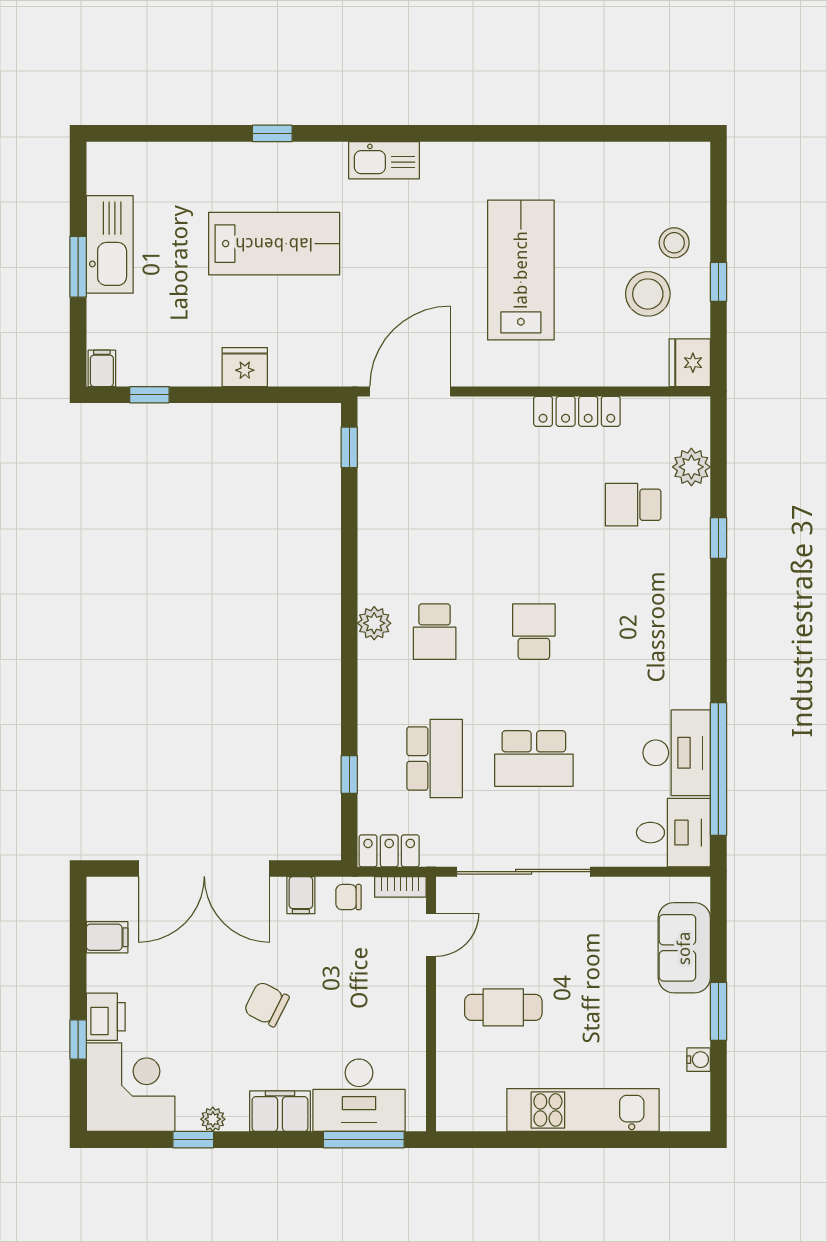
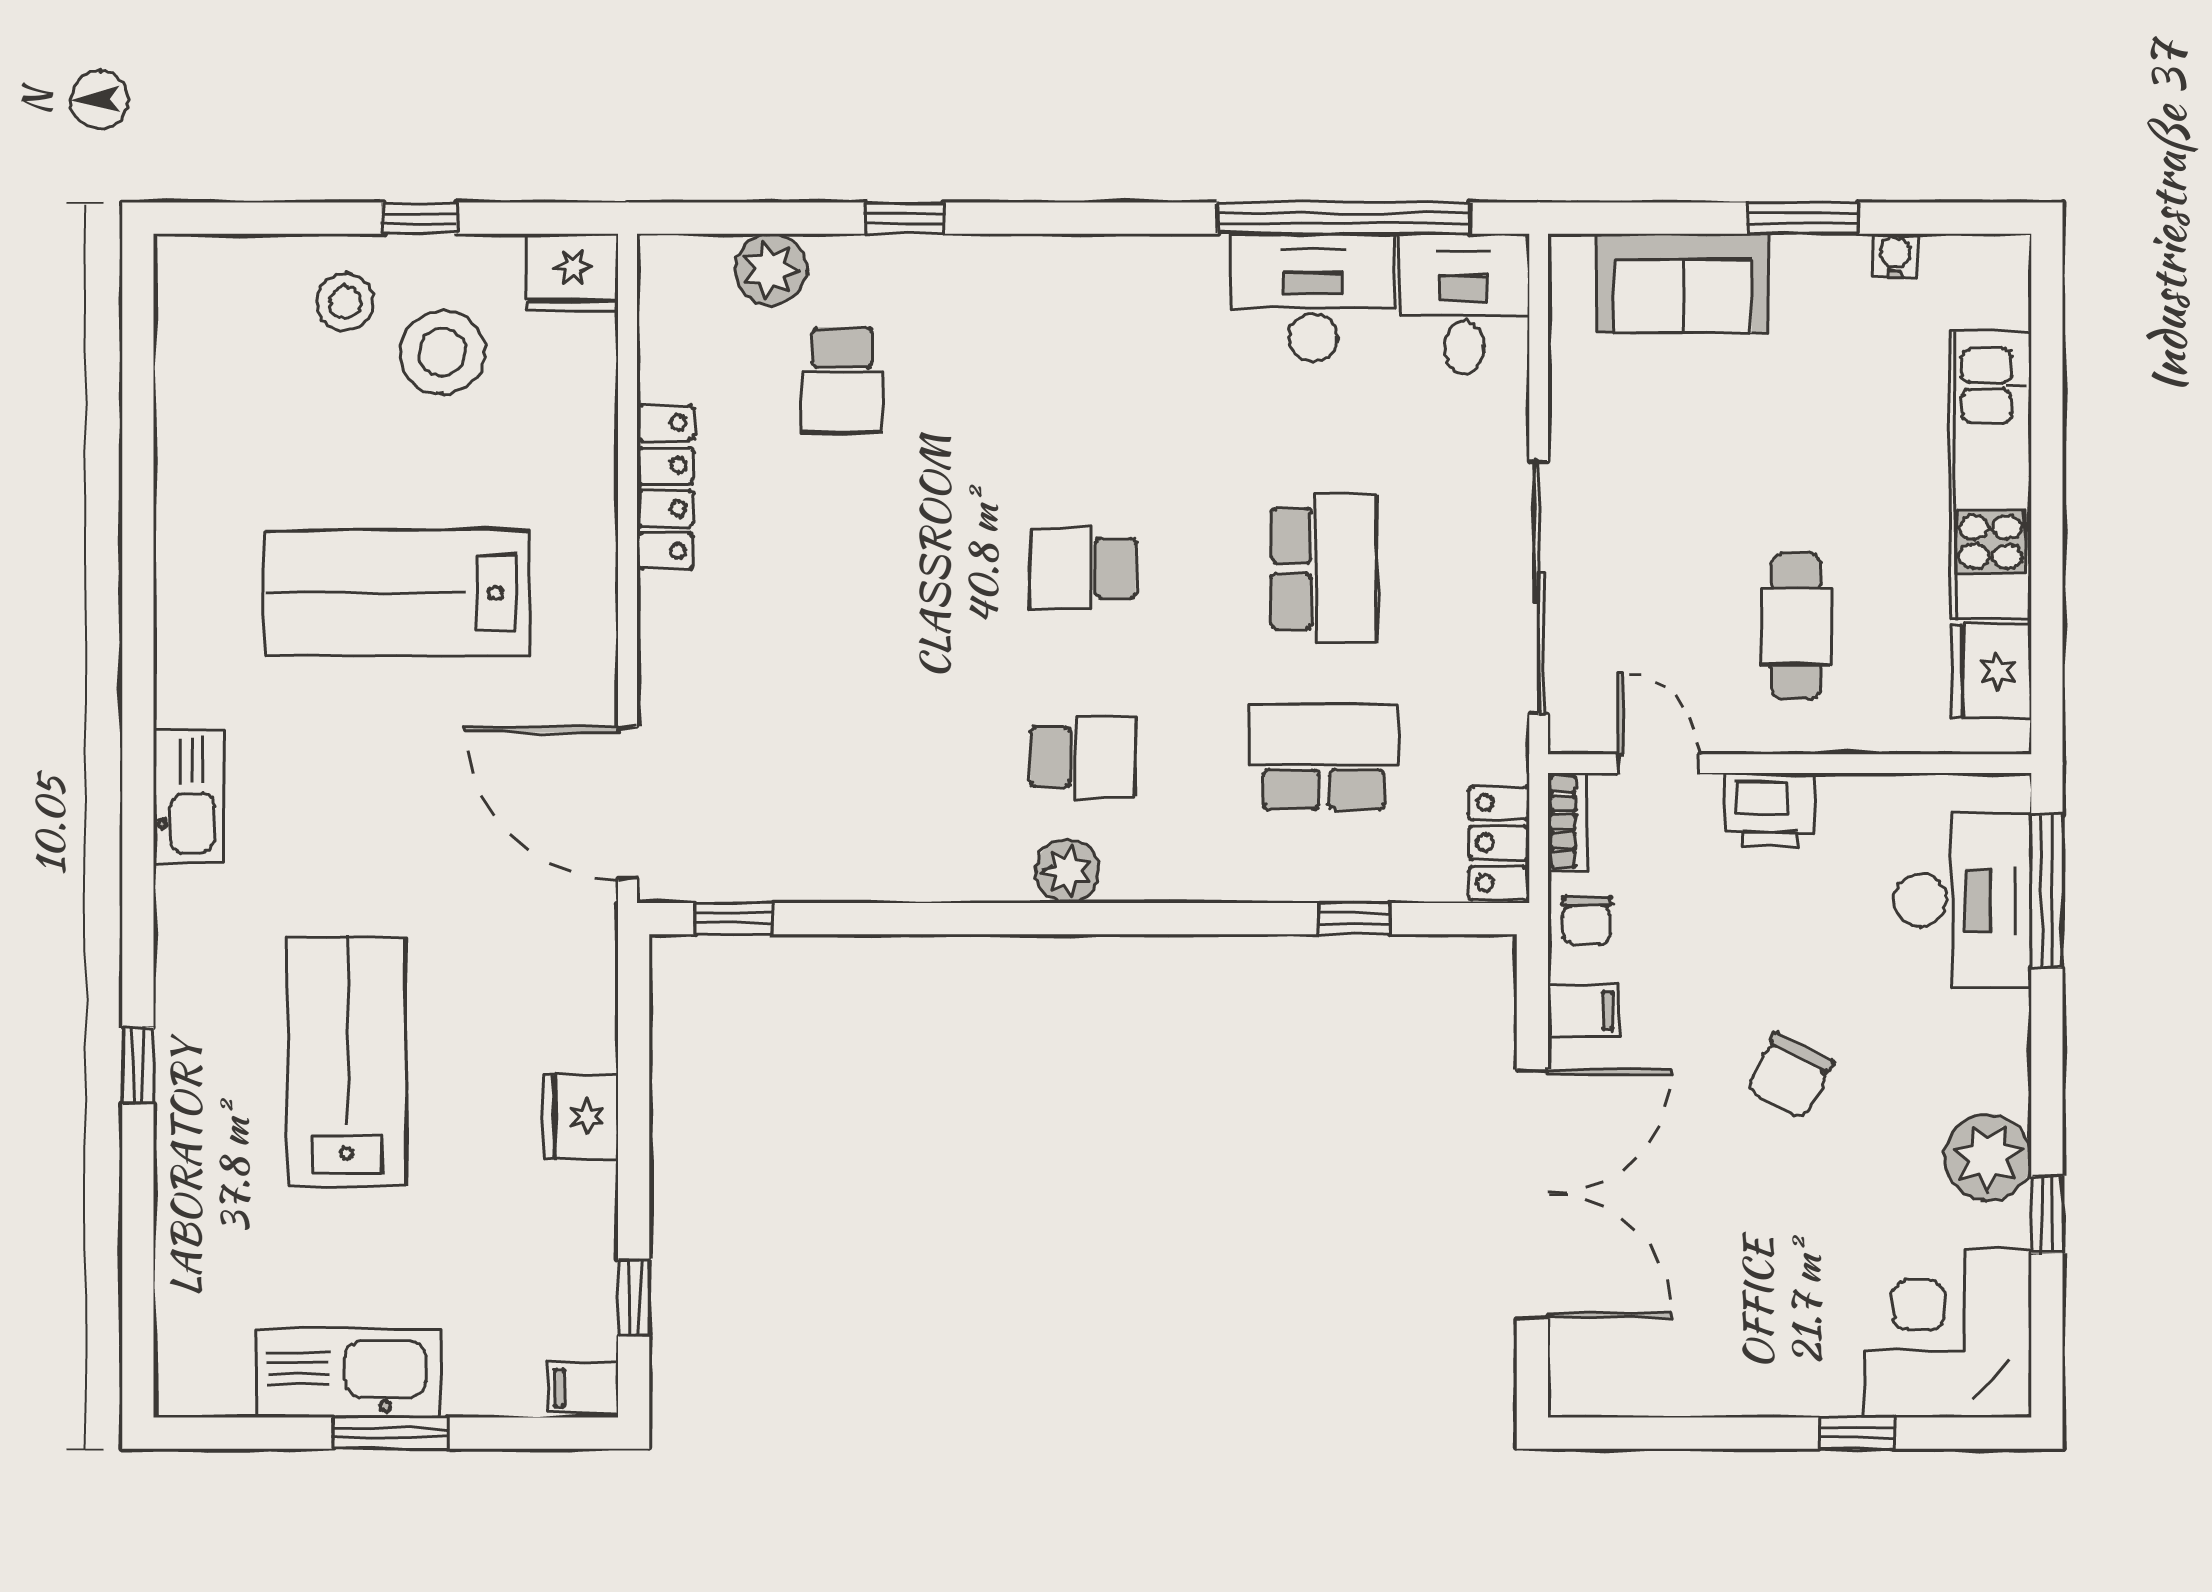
kitchen sink: (384, 160) -> (189, 797), moved
filing cabinet: (107, 937) -> (1663, 1378), removed
printer: (106, 1017) -> (1770, 810), moved, turned 180
fridge: (480, 1110) -> (1991, 671), added
filing cabinet: (280, 1111) -> (1993, 1050), removed
plant: (213, 1119) -> (1988, 1157), width x1.88, depth x1.88

